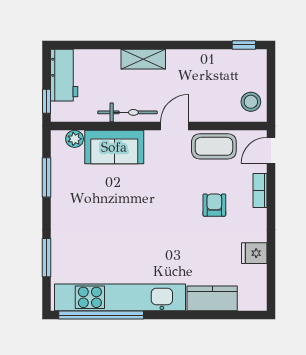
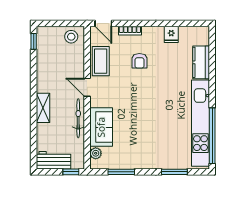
armchair: (214, 205) -> (139, 61), turned -90

